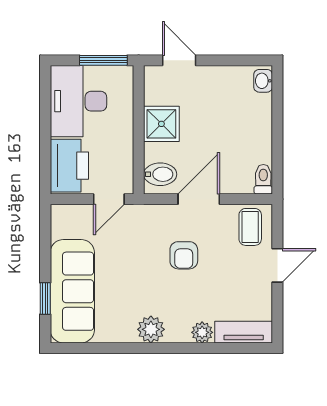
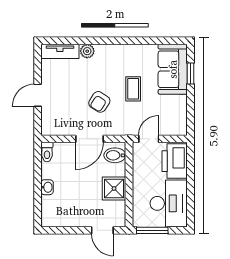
washbasin: (263, 81) -> (47, 187), moved
coffee table: (250, 227) -> (133, 89), moved
armchair: (184, 255) -> (99, 102), turned -147
sofa: (72, 291) -> (173, 69), width x0.73
plant: (151, 329) -> (121, 53), removed

